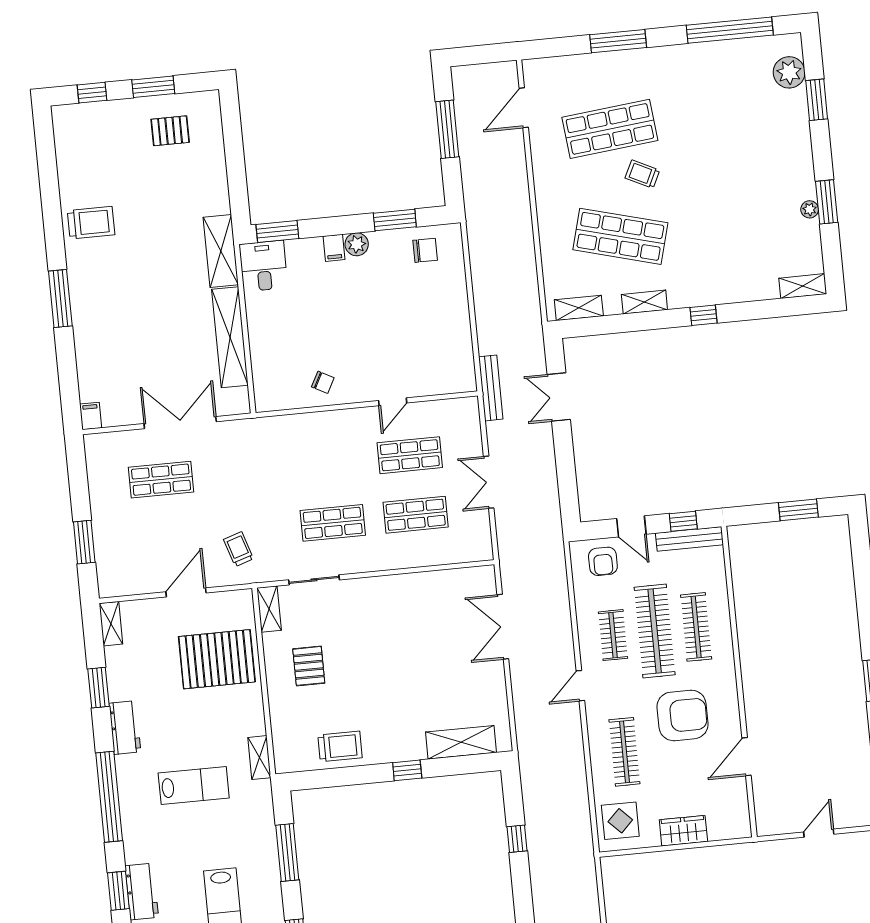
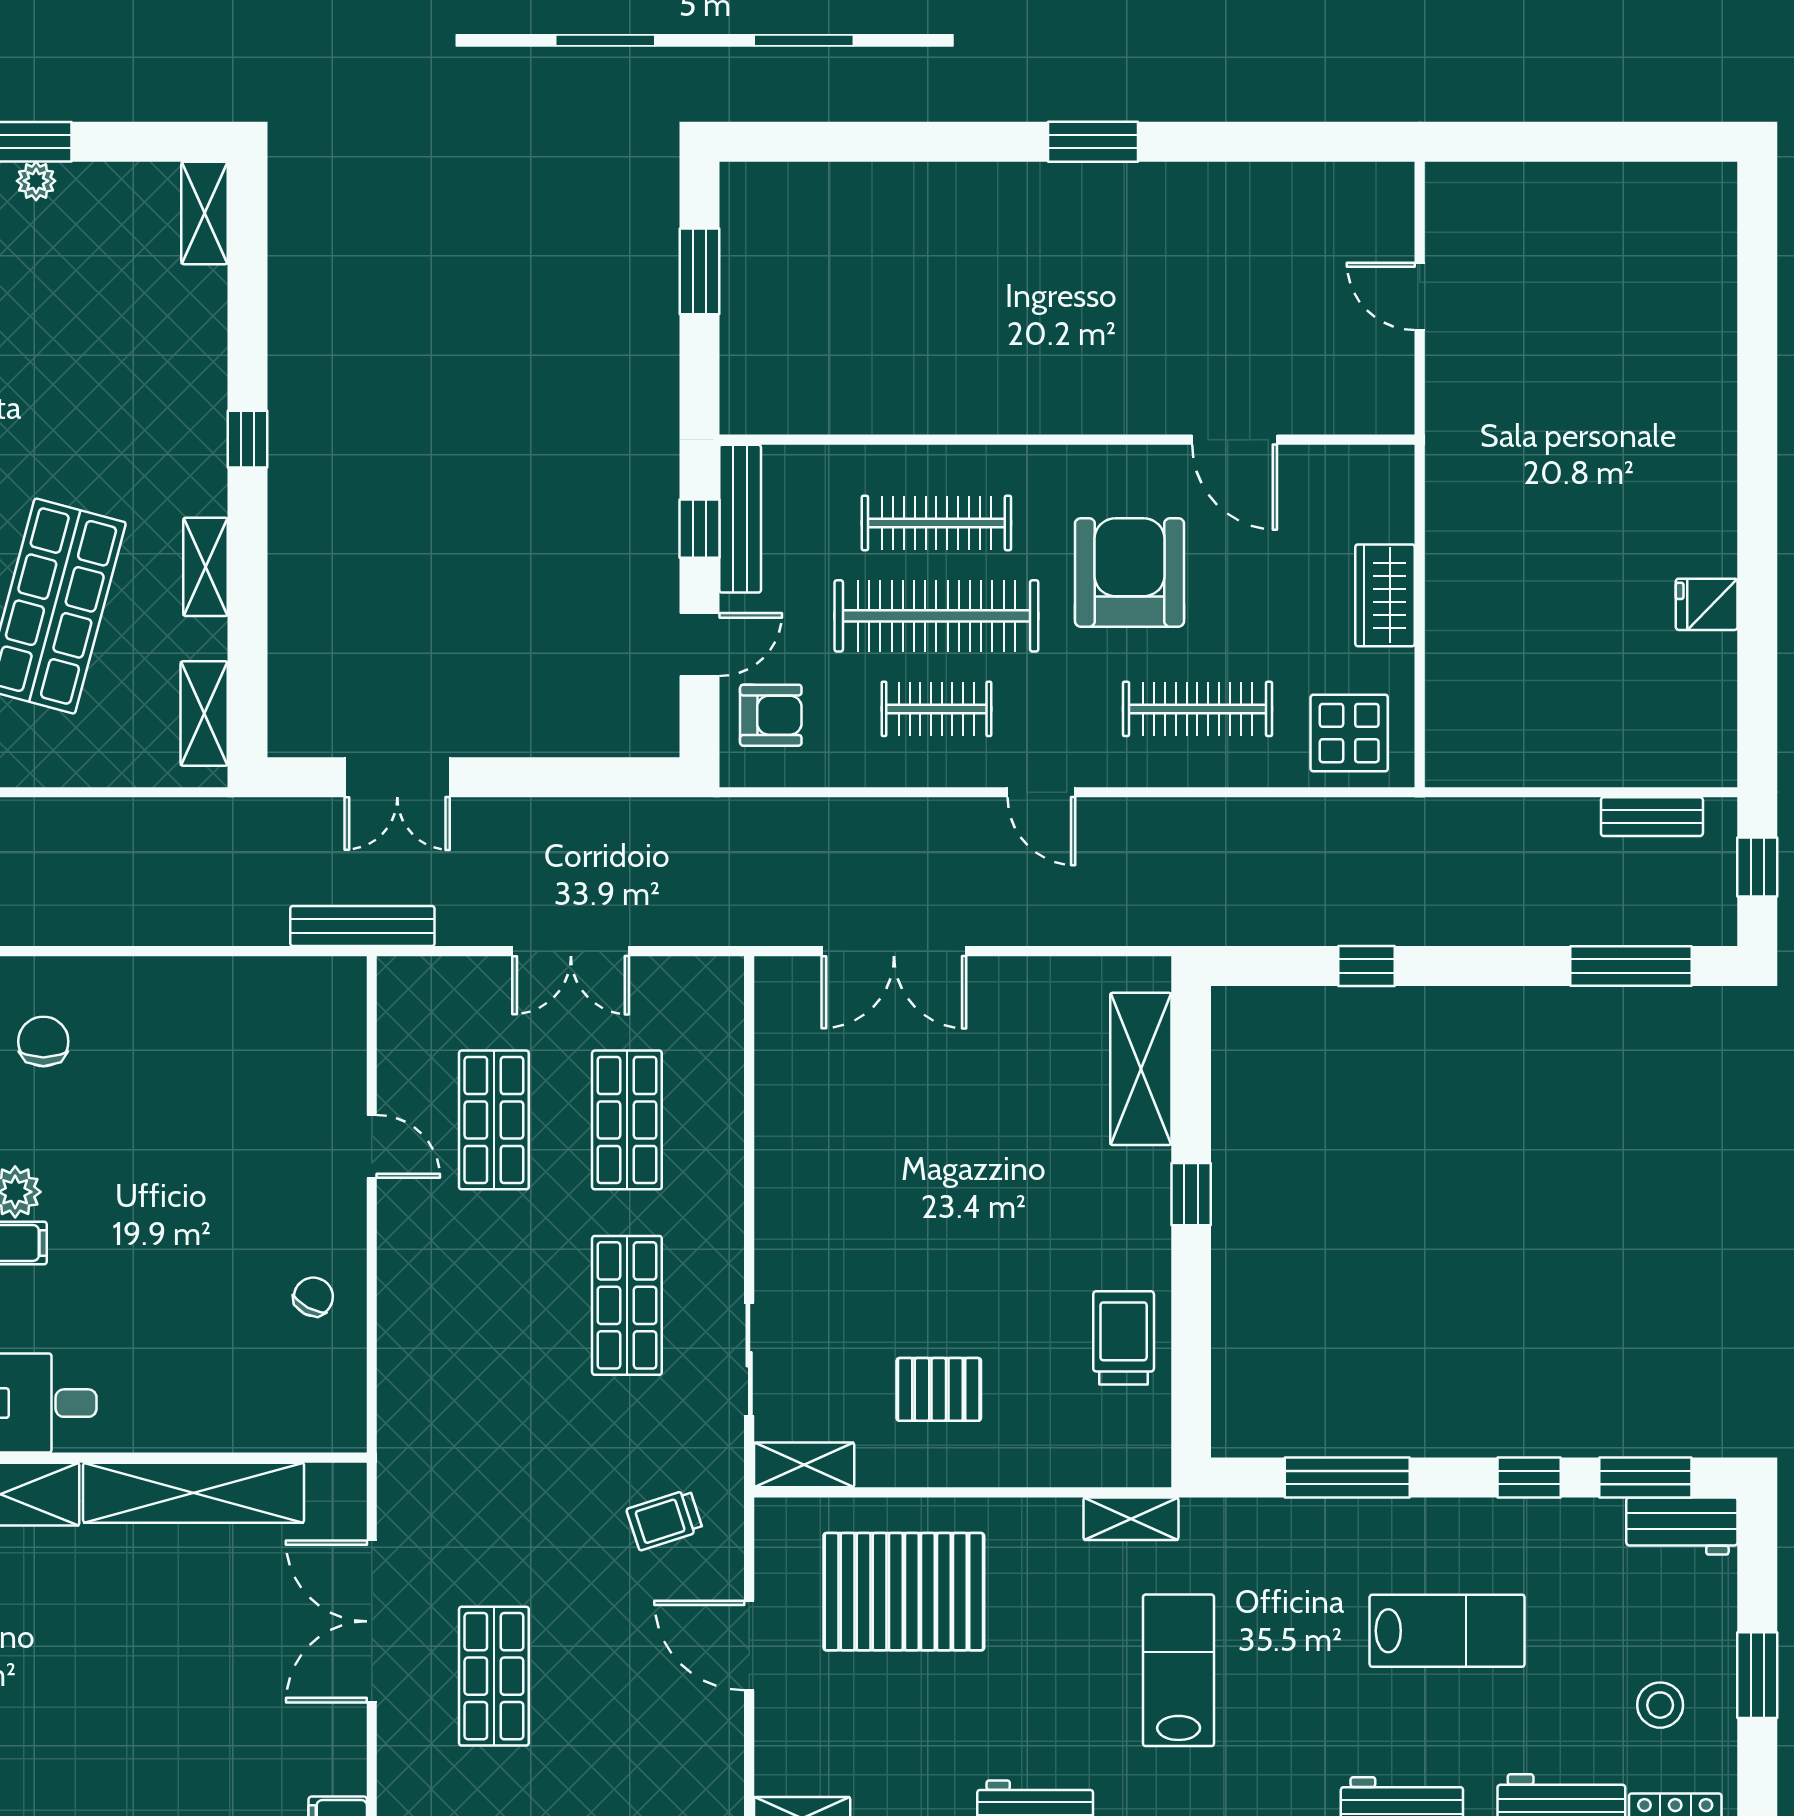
pallet: (217, 659) -> (904, 1592), turned 90

